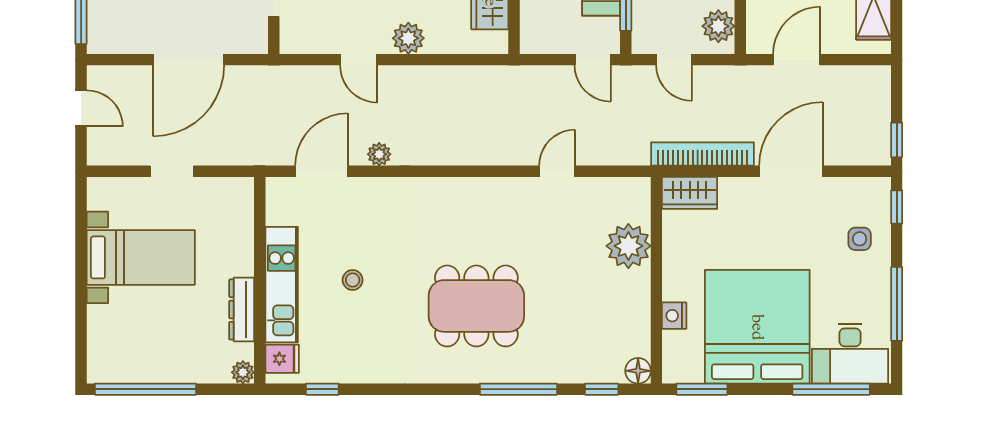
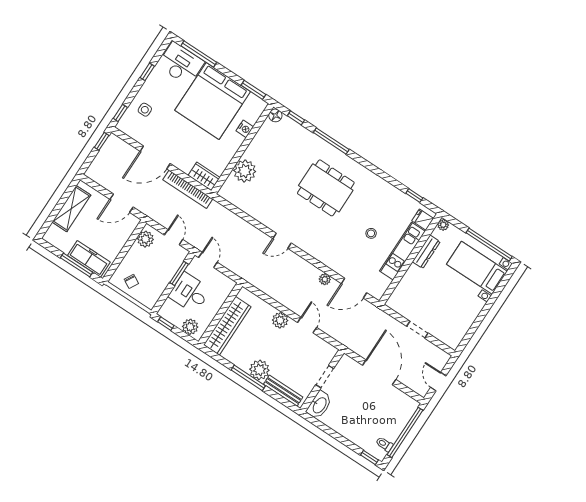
door: (189, 60) -> (379, 372), hinge flipped
door: (557, 171) -> (282, 241), moved
bed with nightstands: (141, 257) -> (477, 268), moved
window: (897, 304) -> (147, 72), width x0.46

